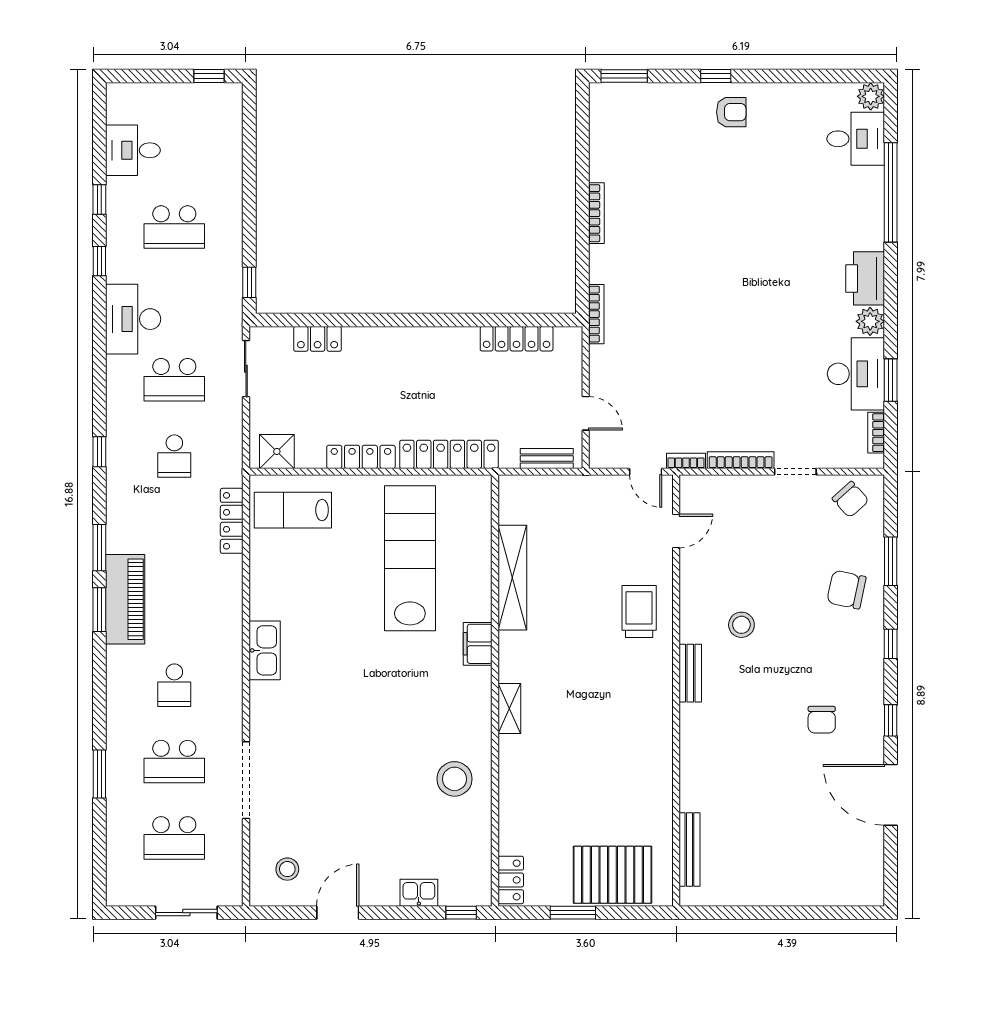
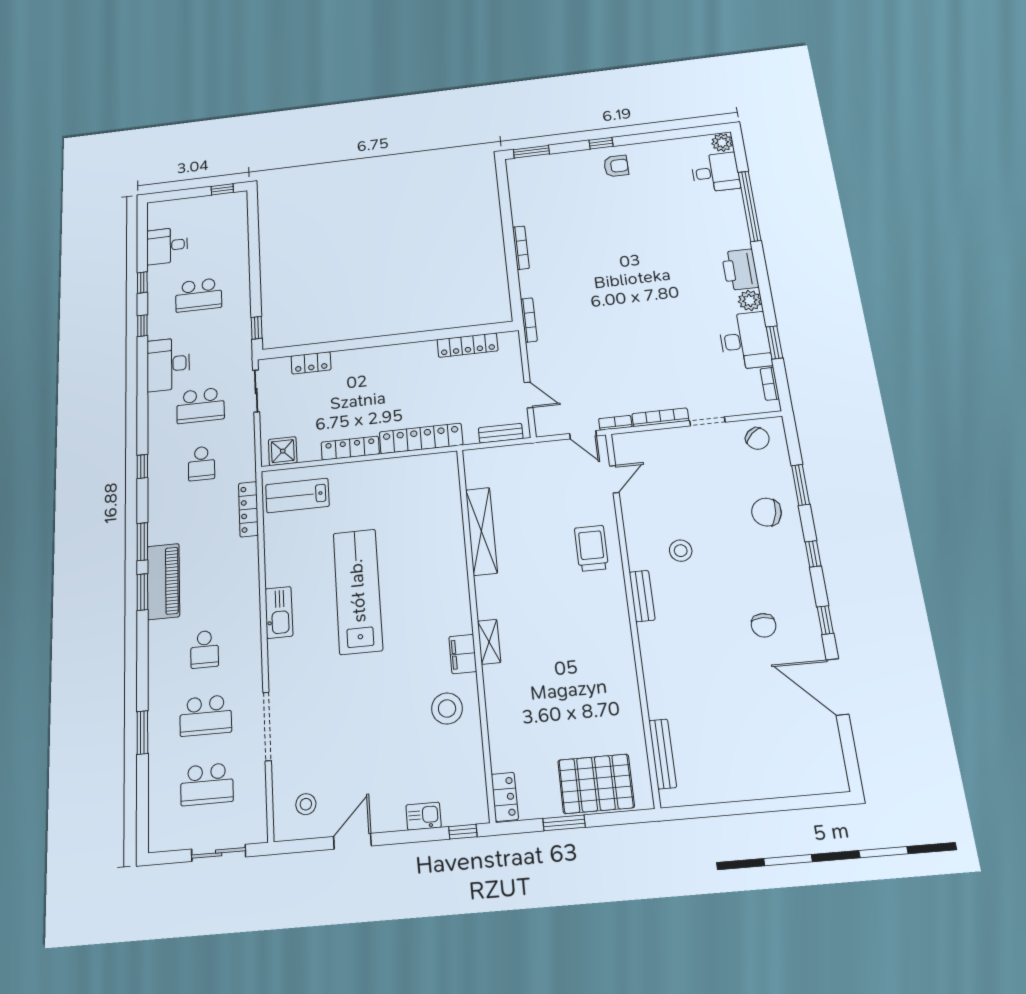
lab bench: (410, 558) -> (358, 591), moved
filing cabinet: (478, 644) -> (463, 654), moved

